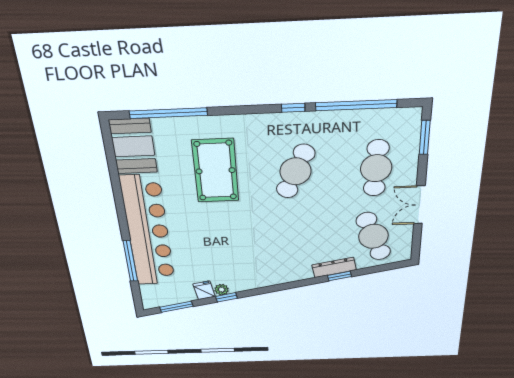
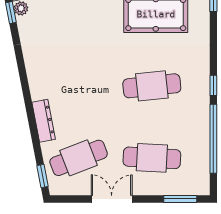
cafe table: (296, 171) -> (152, 86), turned -30
window: (340, 276) -> (42, 176), moved

